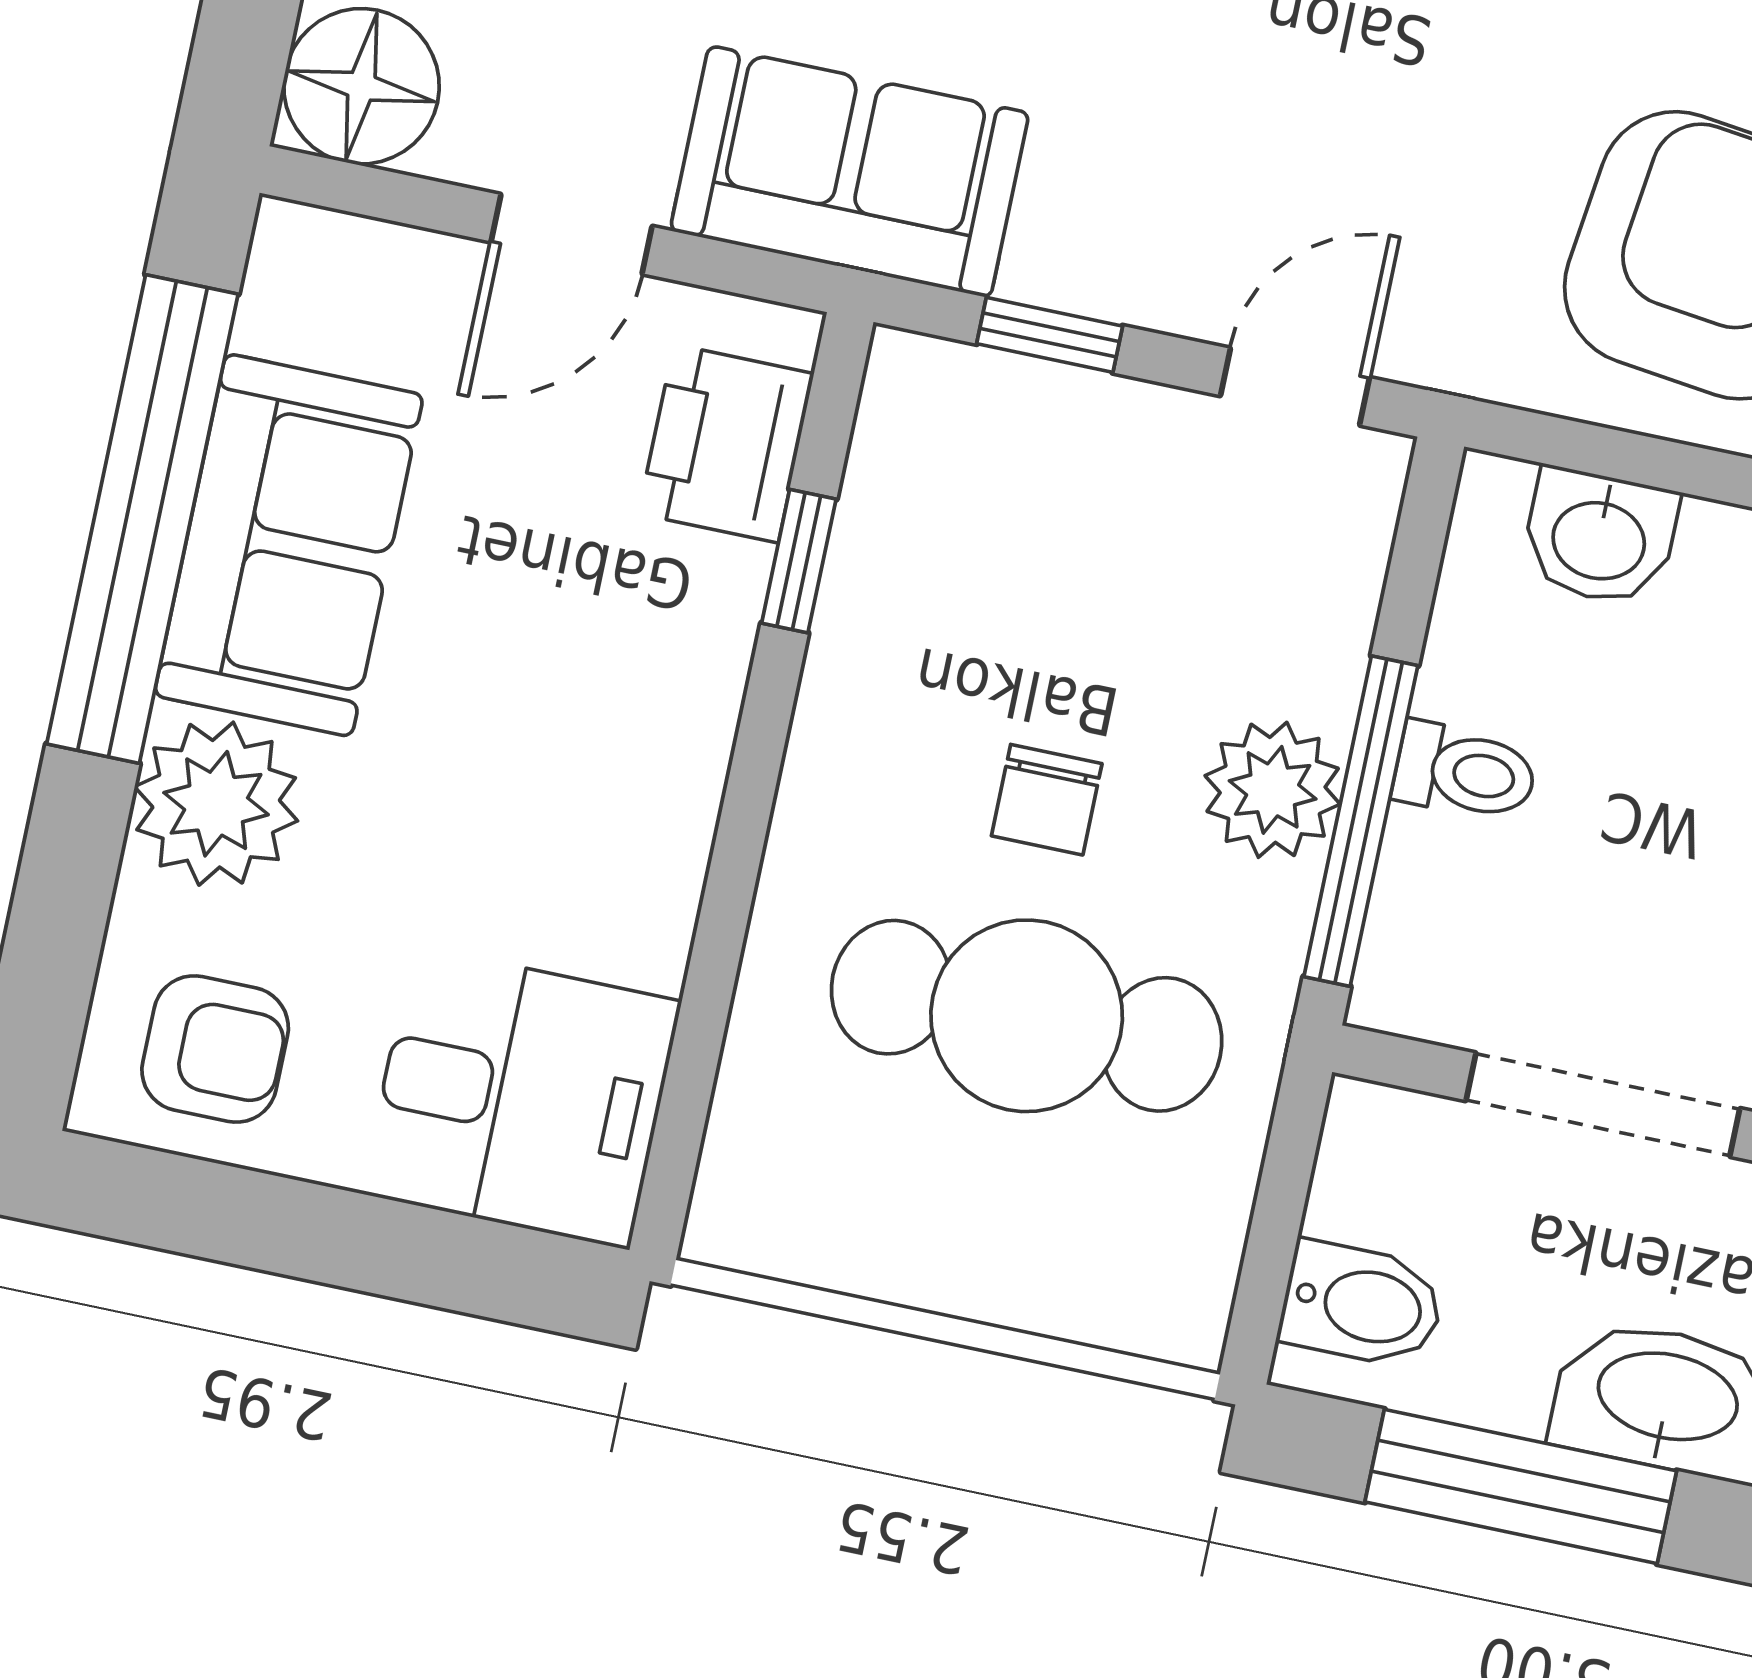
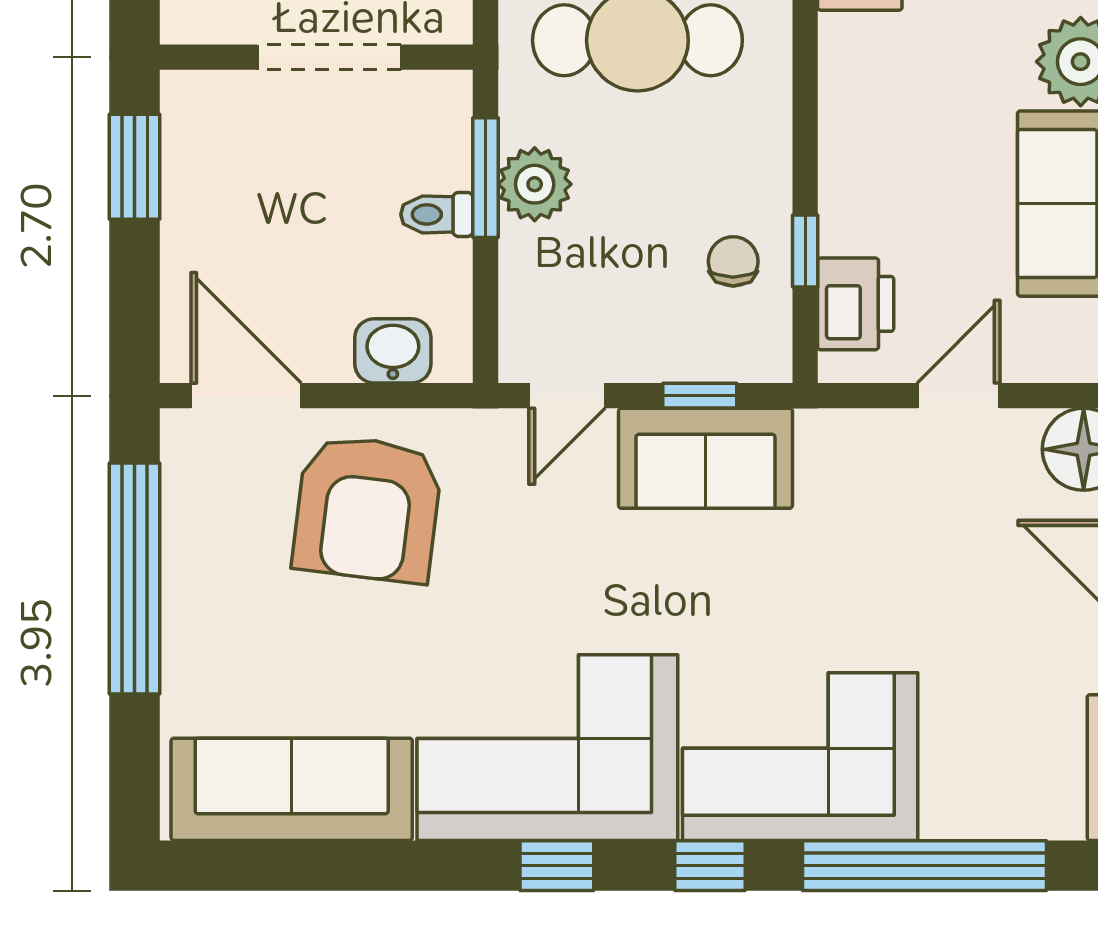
sofa: (850, 172) -> (706, 458), moved
chair: (1047, 800) -> (733, 261), moved
window: (1361, 821) -> (485, 178), width x0.69

